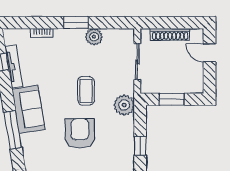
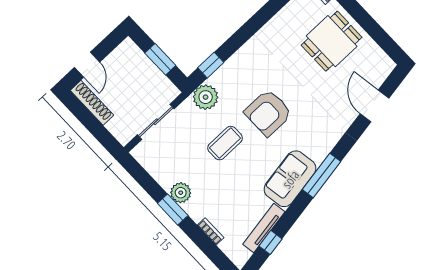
shoe rack: (170, 34) -> (92, 103), moved
plant: (94, 37) -> (181, 193), moved
window: (140, 146) -> (211, 65), moved

